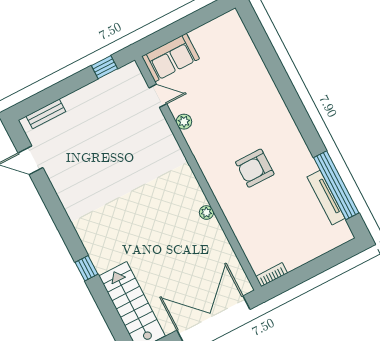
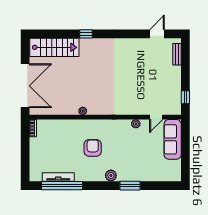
sofa: (171, 58) -> (173, 139), width x1.36
window: (282, 82) -> (130, 186), added
plant: (282, 119) -> (111, 176), added

